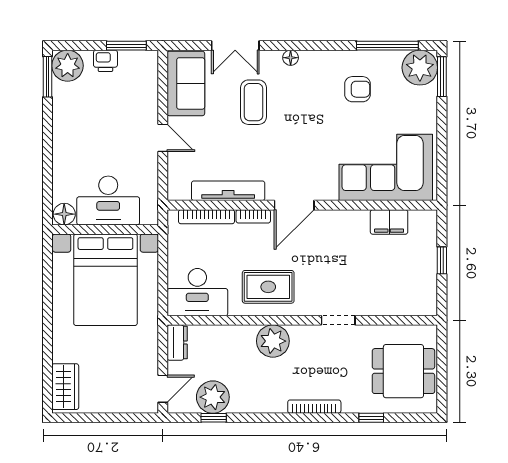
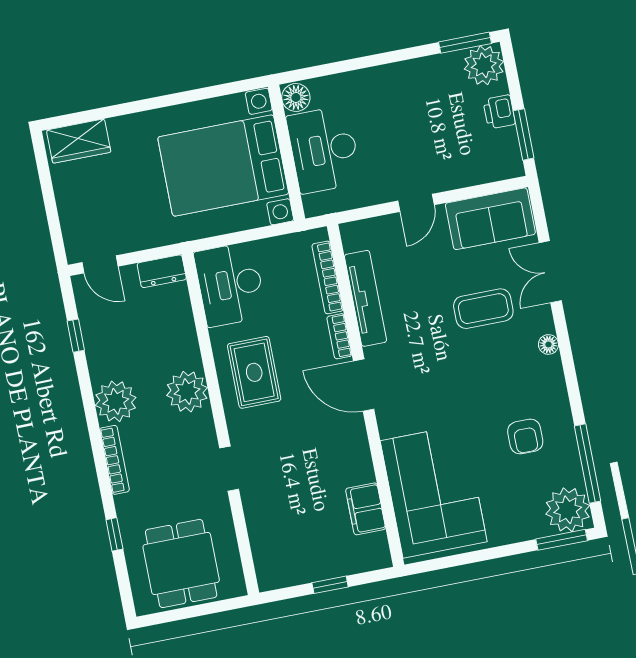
plant: (213, 397) -> (116, 401), moved

